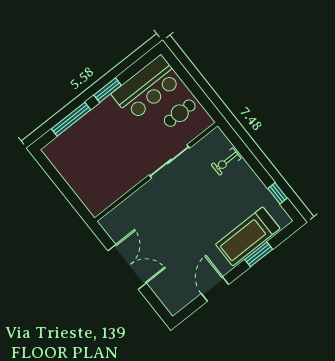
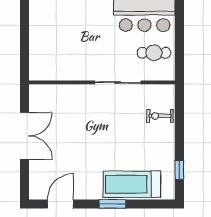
window: (259, 254) -> (112, 204), moved
door: (215, 289) -> (60, 204), moved

